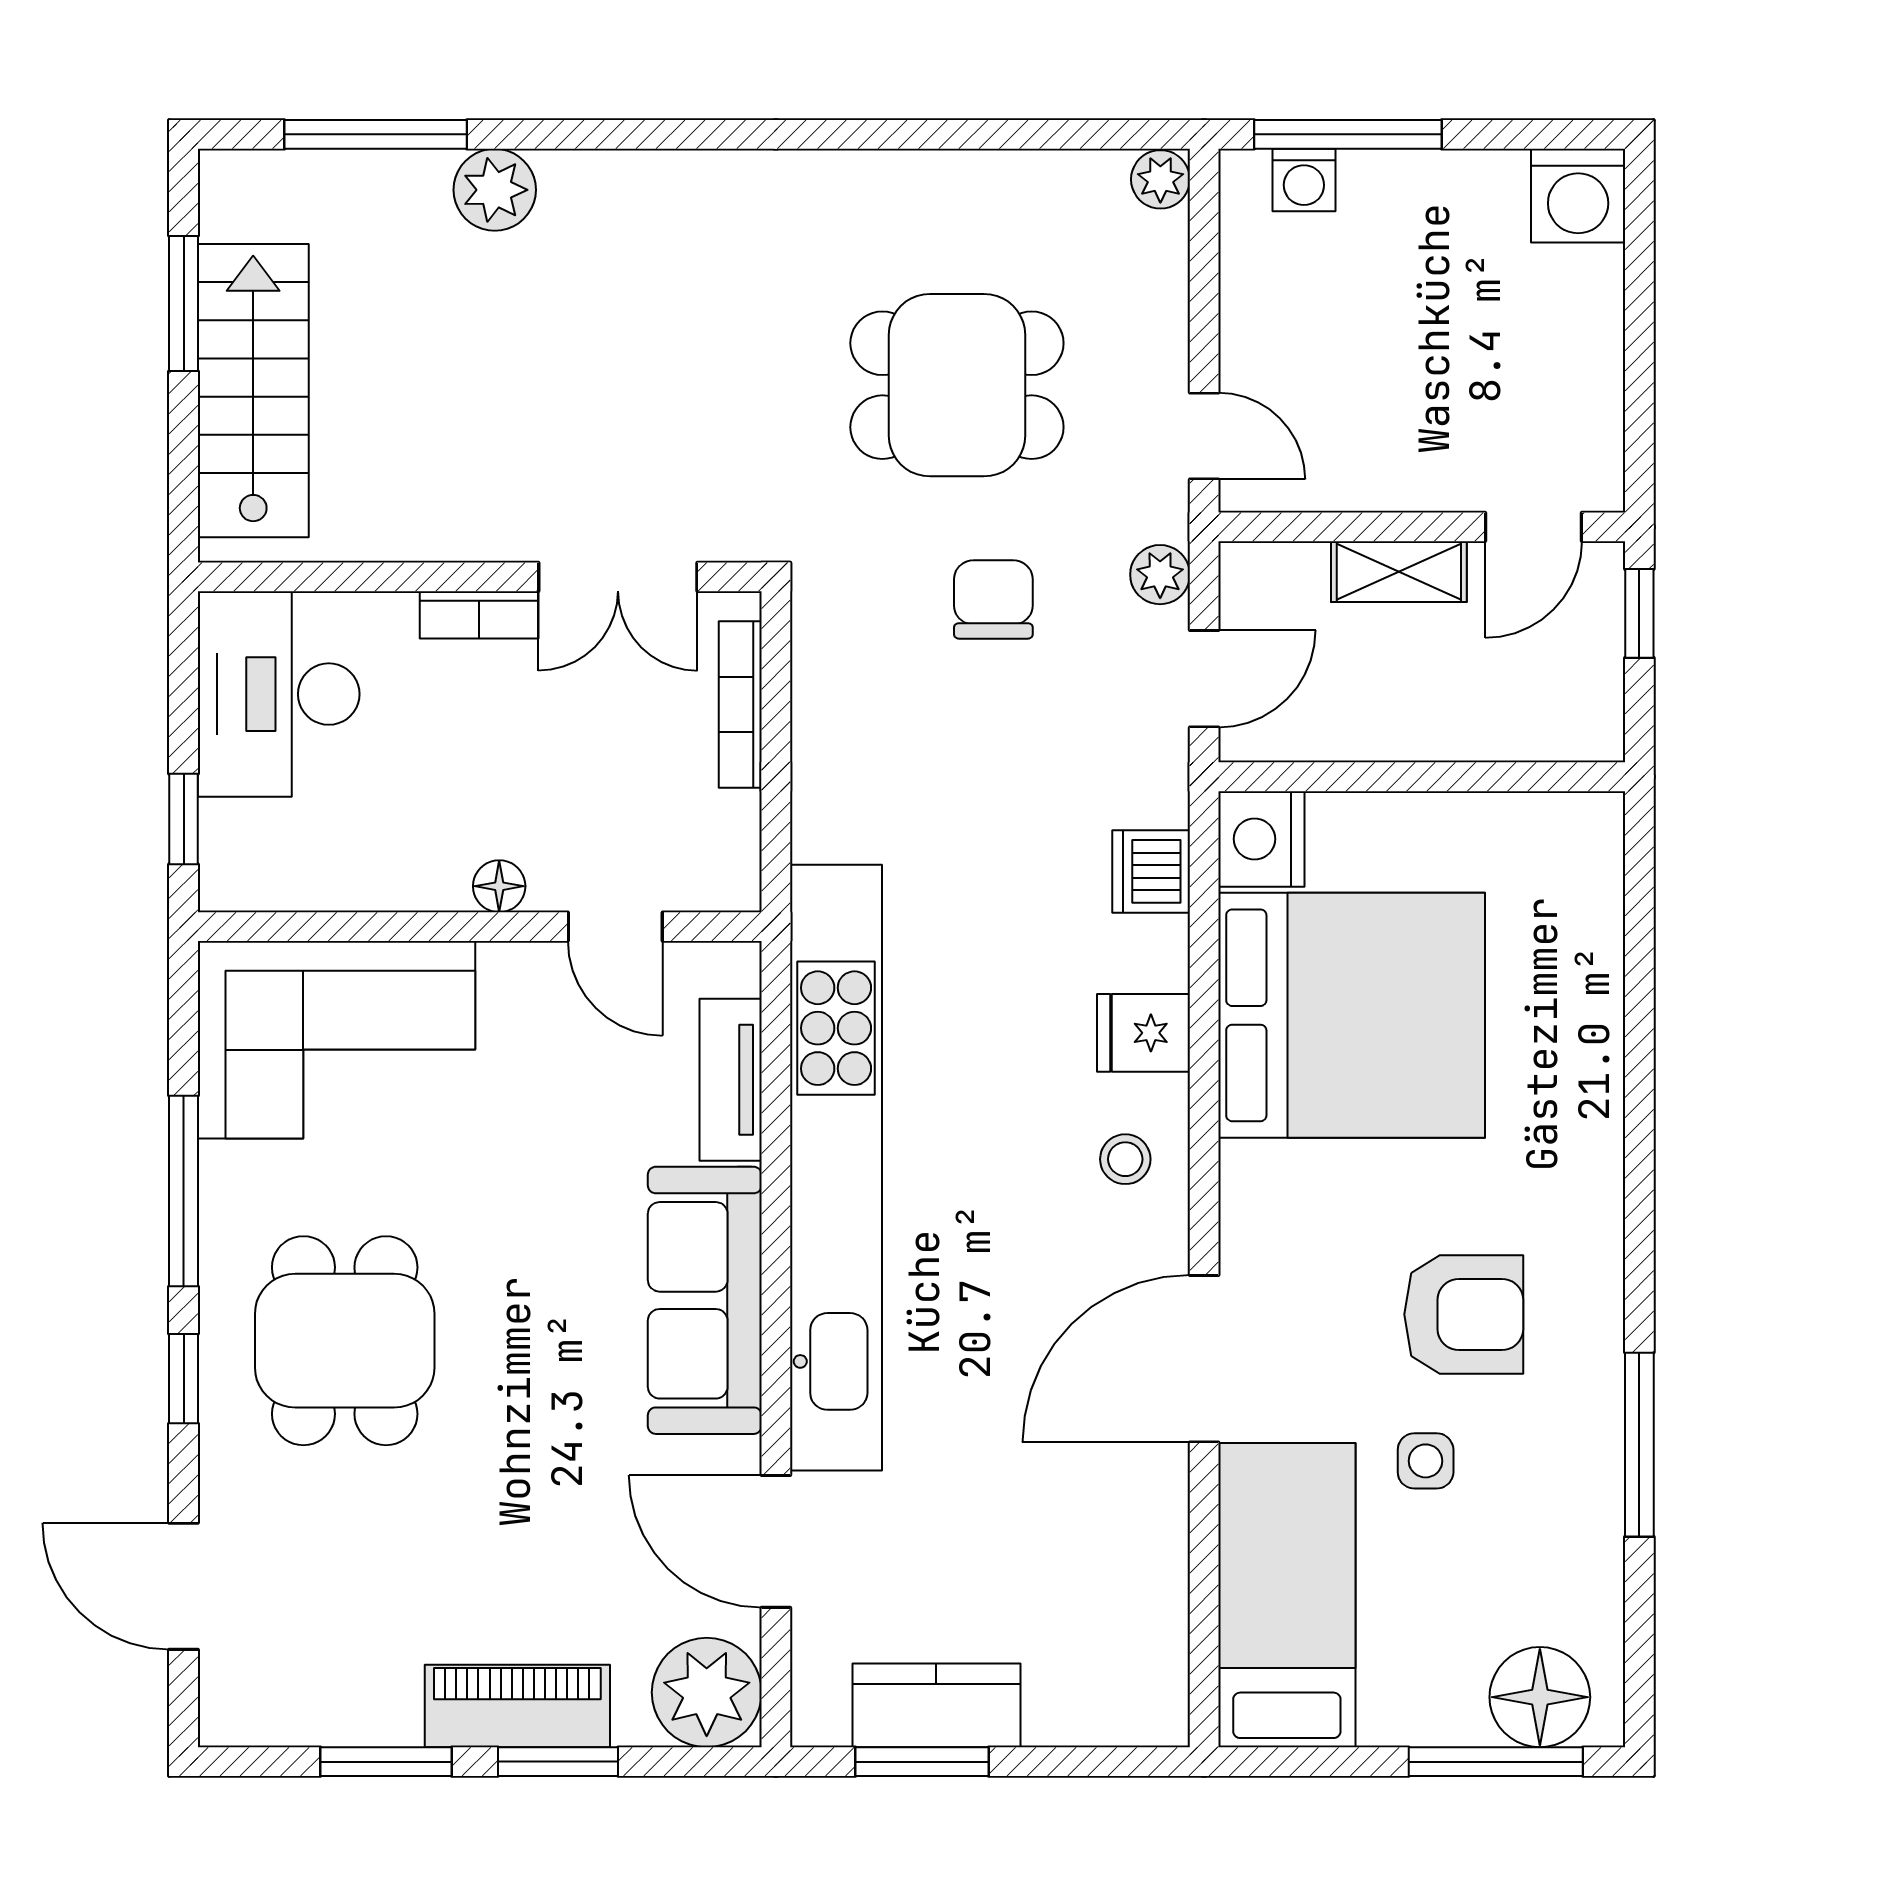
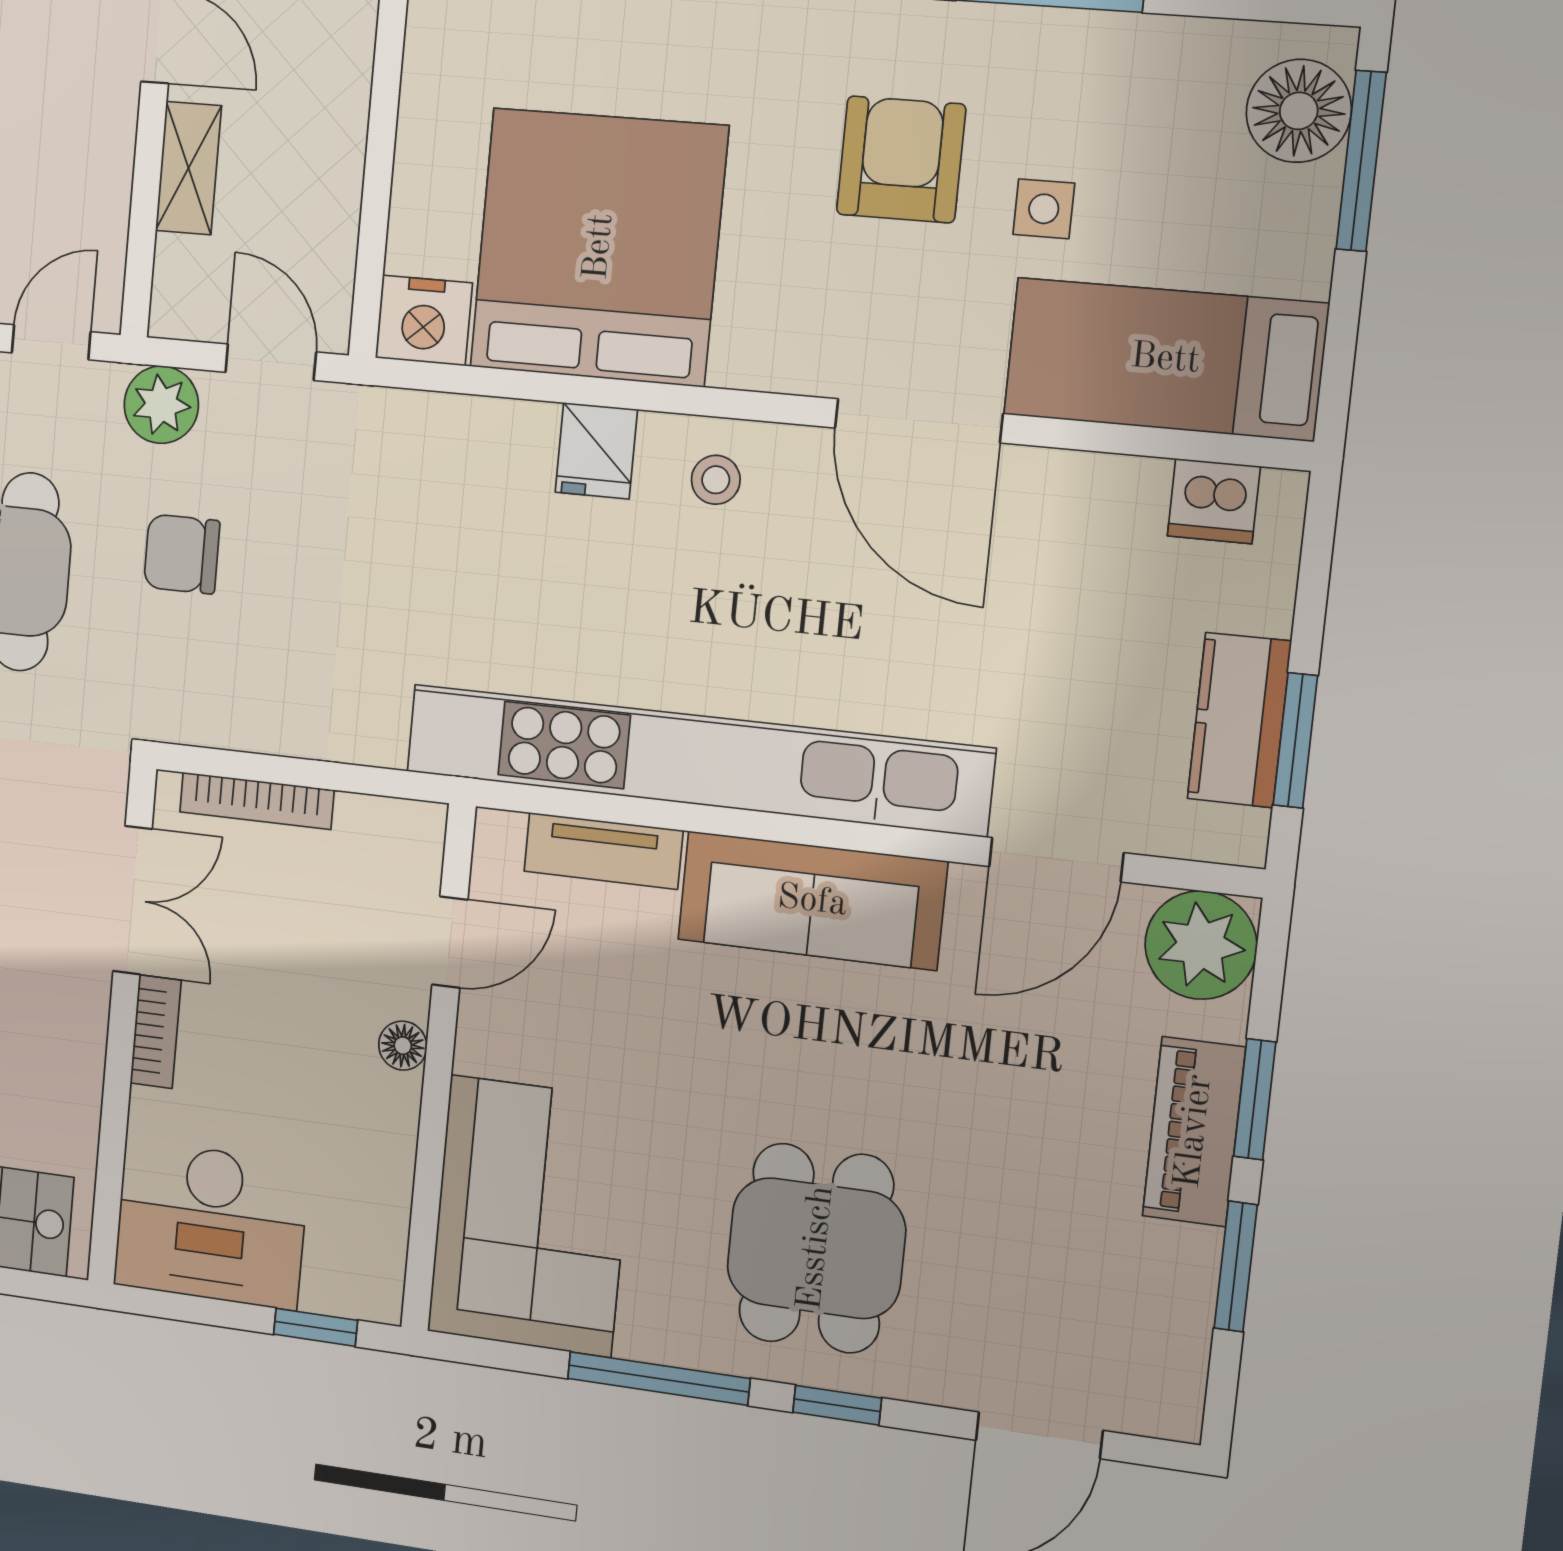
plant: (1160, 575) -> (161, 405), width x1.38, depth x1.38
dishwasher: (1151, 871) -> (1214, 501), moved
dining table: (345, 1341) -> (816, 1248), turned 90

